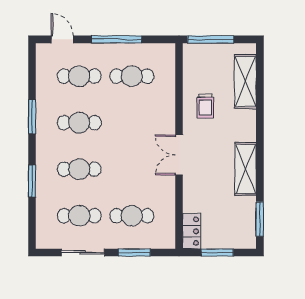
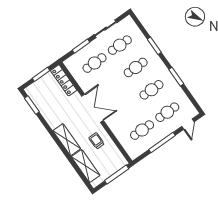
door: (62, 39) -> (188, 124), hinge flipped
double door: (179, 155) -> (93, 108), width x1.37
shelving: (246, 169) -> (67, 140), moved
locker: (192, 231) -> (64, 80), width x1.53

